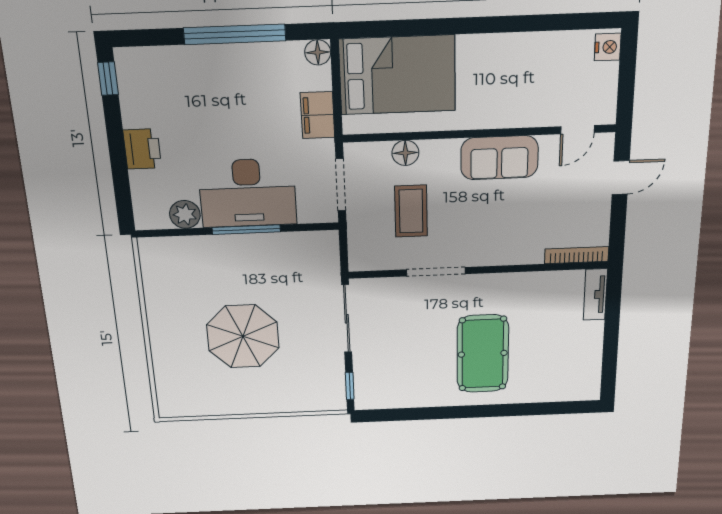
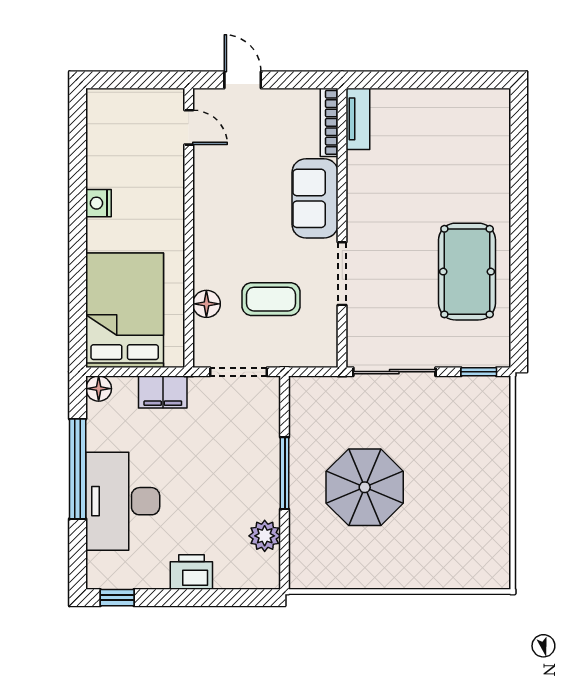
nightstand: (608, 47) -> (98, 203), moved, turned -90
sofa: (499, 158) -> (315, 198), moved, turned 180
desk: (248, 193) -> (123, 501), moved, turned 180
tv unit: (595, 295) -> (358, 119), moved, turned -90
parasol: (243, 336) -> (365, 487), moved
pool table: (483, 354) -> (467, 272), moved, turned 90

